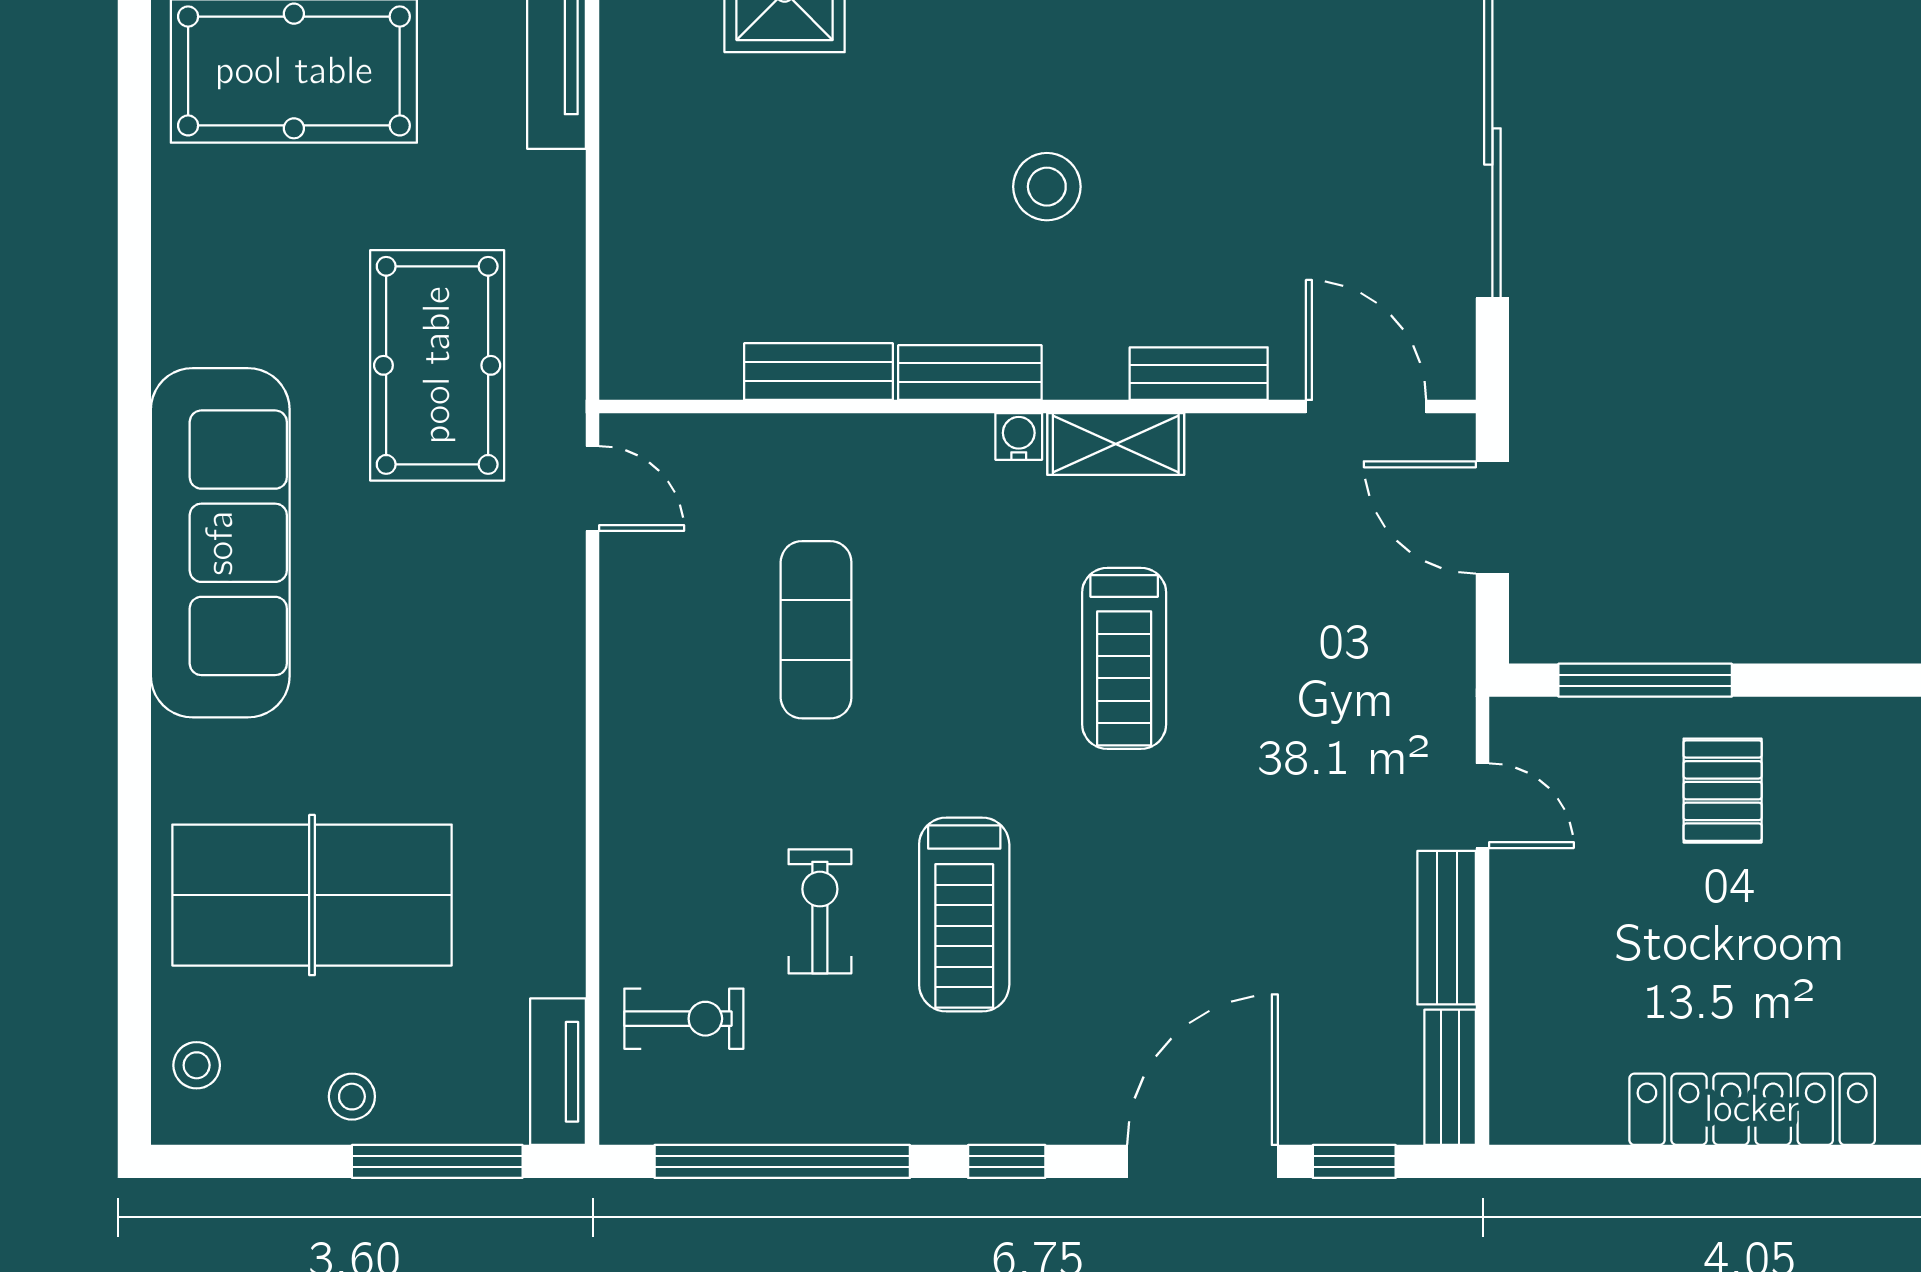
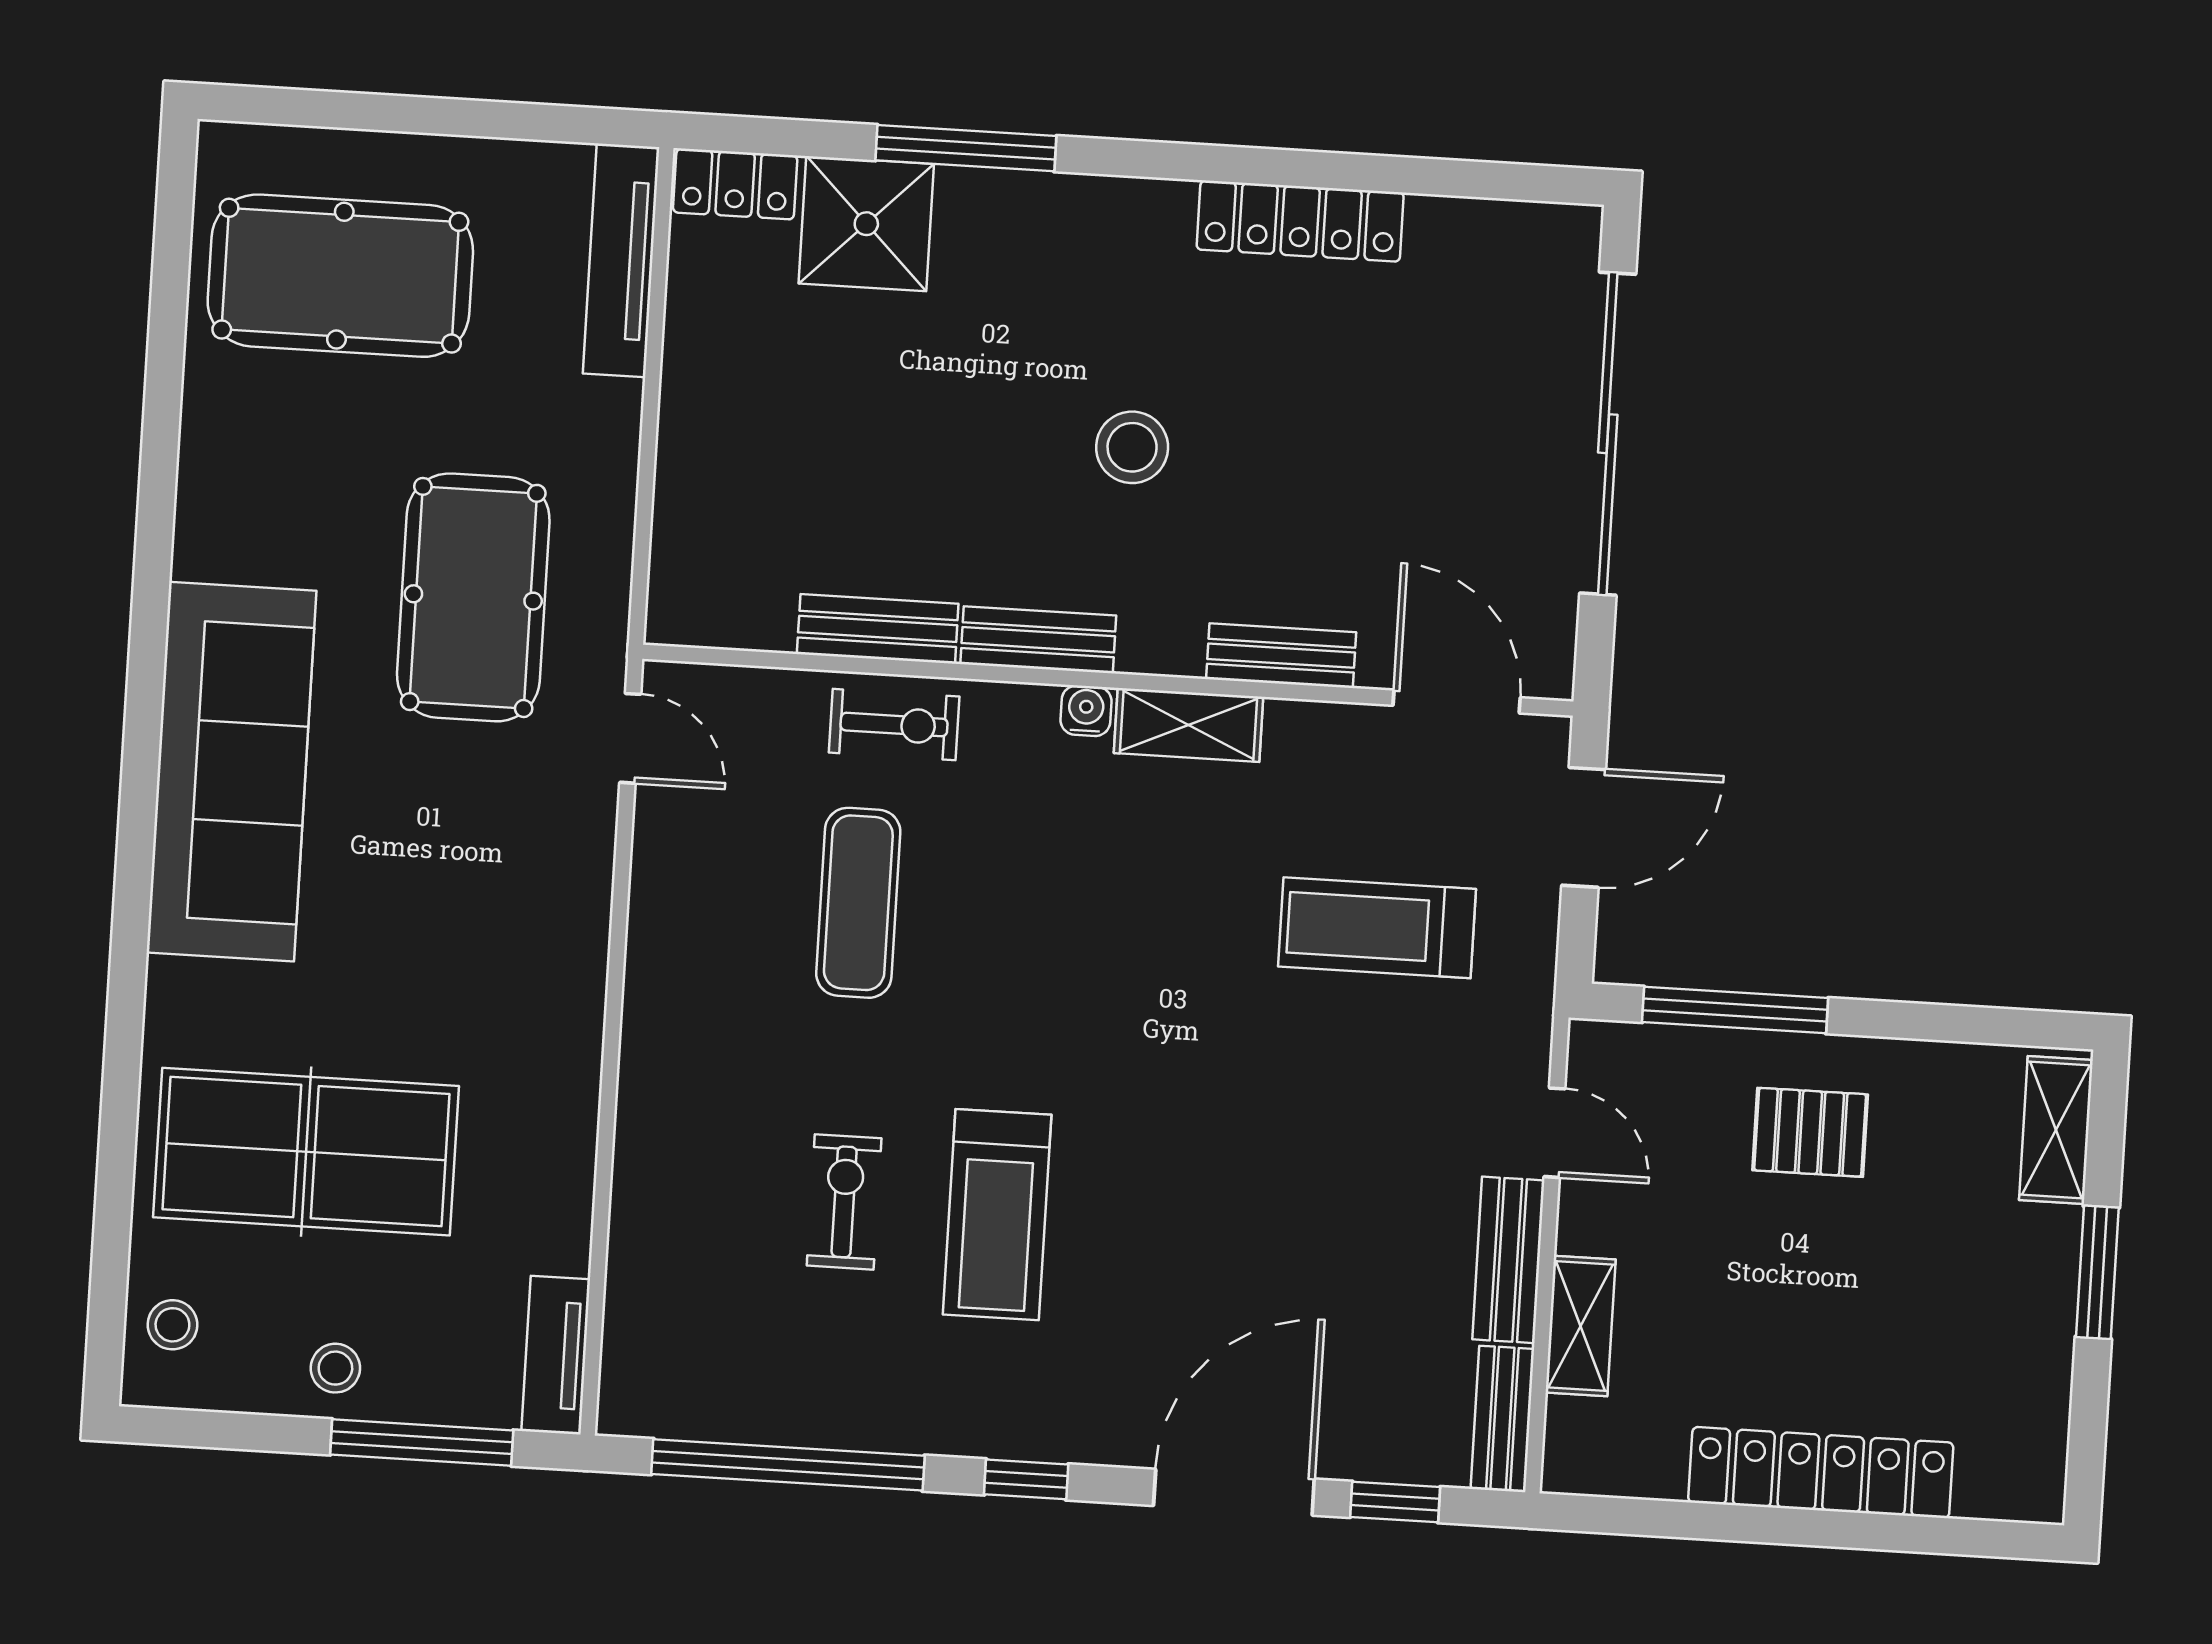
door: (1492, 517) -> (1584, 827), swing flipped
treadmill: (1124, 658) -> (1377, 928), moved, turned 90
pallet: (1723, 791) -> (1810, 1132), turned 90
shelving: (1518, 986) -> (1581, 1326), added
exercise bike: (684, 1019) -> (894, 725), moved

